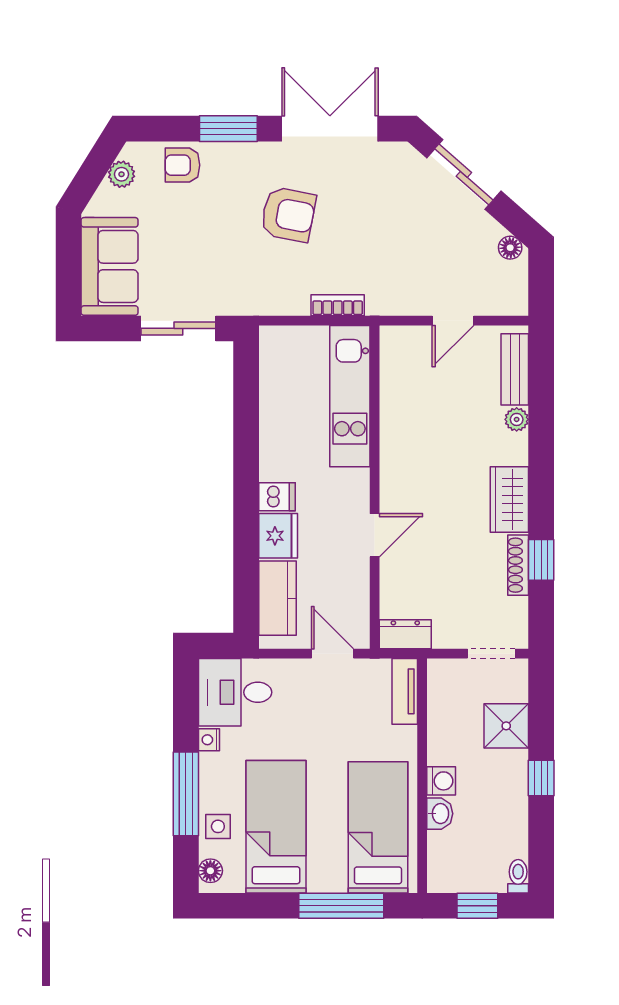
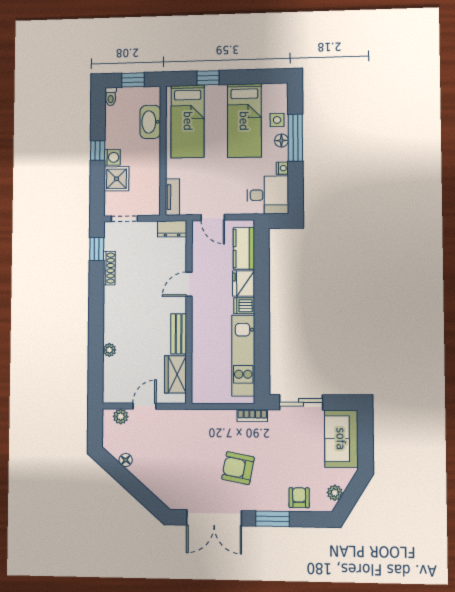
armchair: (183, 165) -> (299, 498), turned -90
sliding door: (464, 174) -> (138, 490), removed
floor lamp: (510, 248) -> (126, 460), moved
plant: (495, 302) -> (121, 416), added
bookcase: (338, 305) -> (252, 416), moved
bench: (515, 369) -> (179, 334), moved
kitchen unit: (350, 396) -> (243, 356), moved, turned 180
wardrobe: (509, 499) -> (175, 374), moved, turned 180
window: (541, 560) -> (97, 249), moved
washing machine: (441, 781) -> (112, 157), moved, turned 180
washbasin: (440, 814) -> (150, 122), width x1.91, depth x1.45
floor lamp: (210, 871) -> (281, 141), moved
window: (341, 906) -> (208, 78), width x0.46

